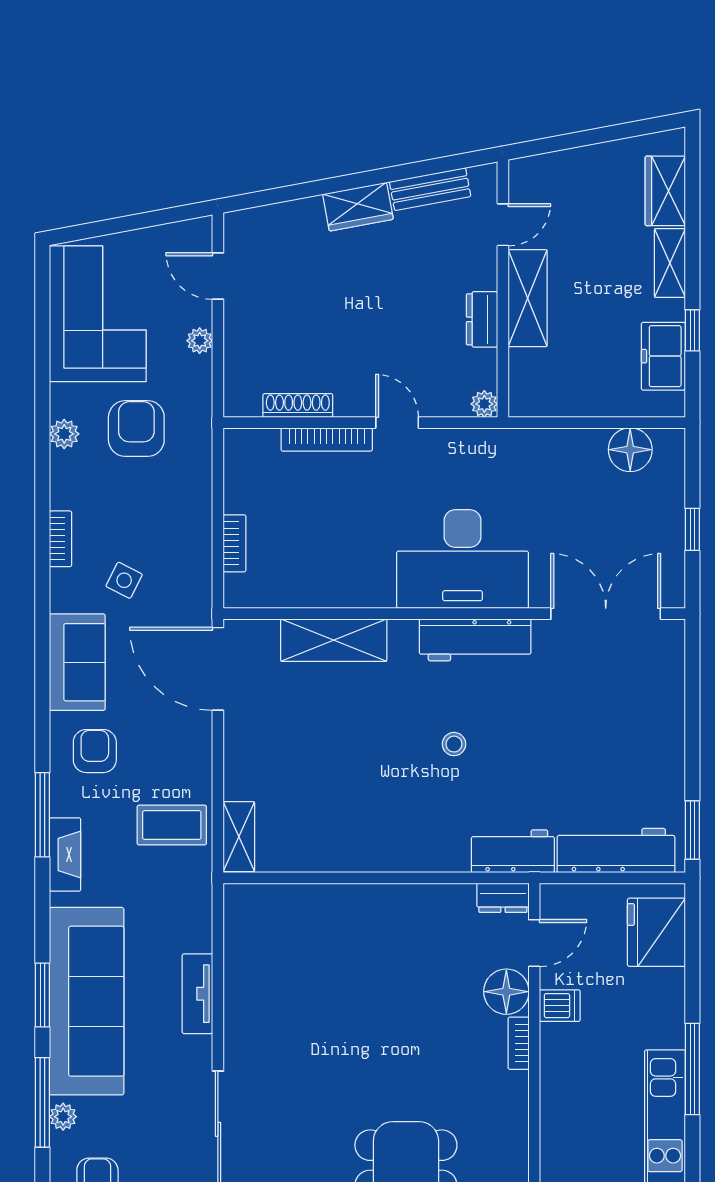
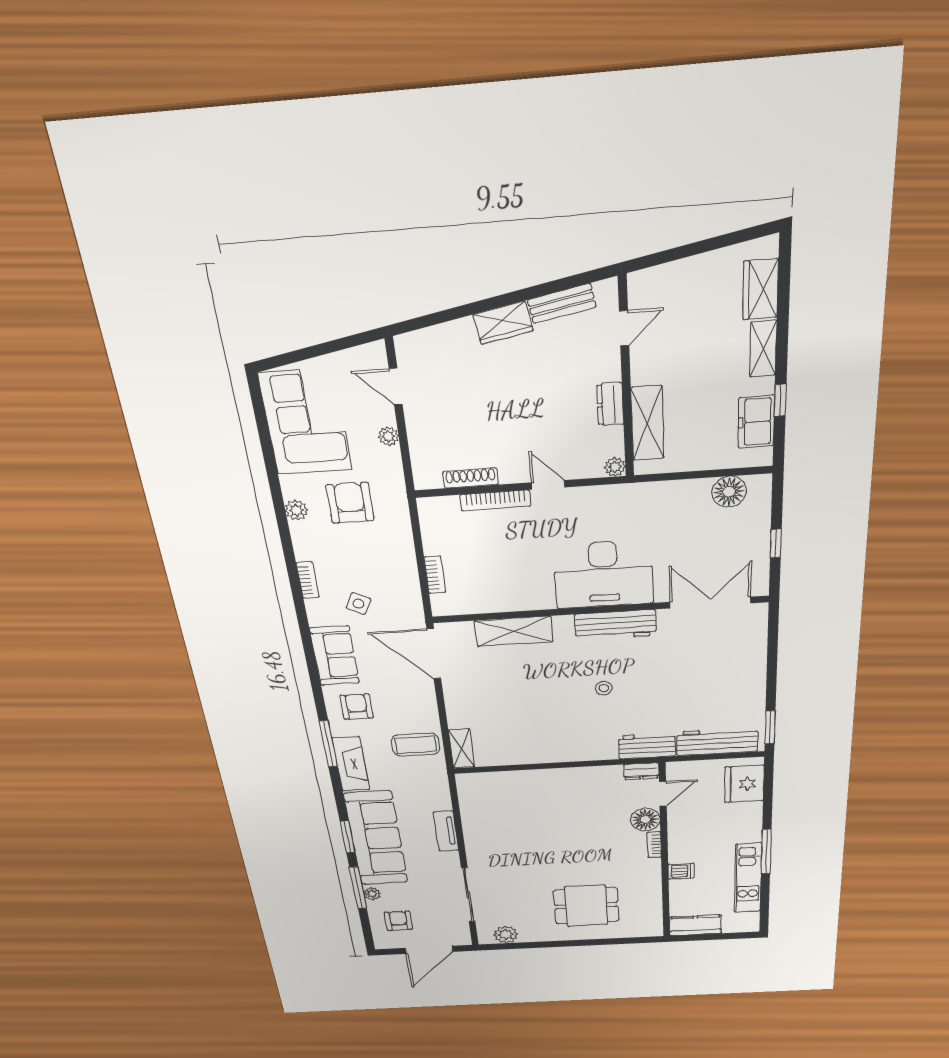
shelving: (528, 298) -> (647, 423), moved
fireplace: (65, 855) -> (351, 764), width x1.37, depth x1.32
dishwasher: (560, 1006) -> (681, 871), moved

